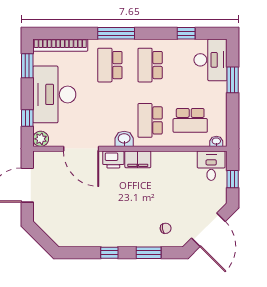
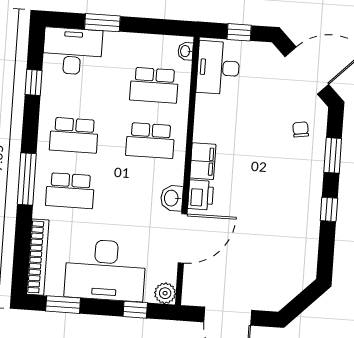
school desk: (190, 120) -> (154, 85), turned 90
washbasin: (124, 139) -> (172, 198), moved
desk: (211, 166) -> (218, 68), width x1.37

